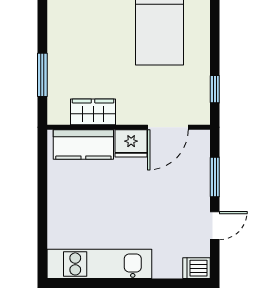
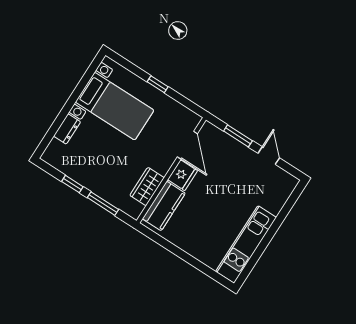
window: (42, 27) -> (72, 184), added
window: (215, 89) -> (158, 84), moved
dishwasher: (197, 268) -> (288, 185), removed

